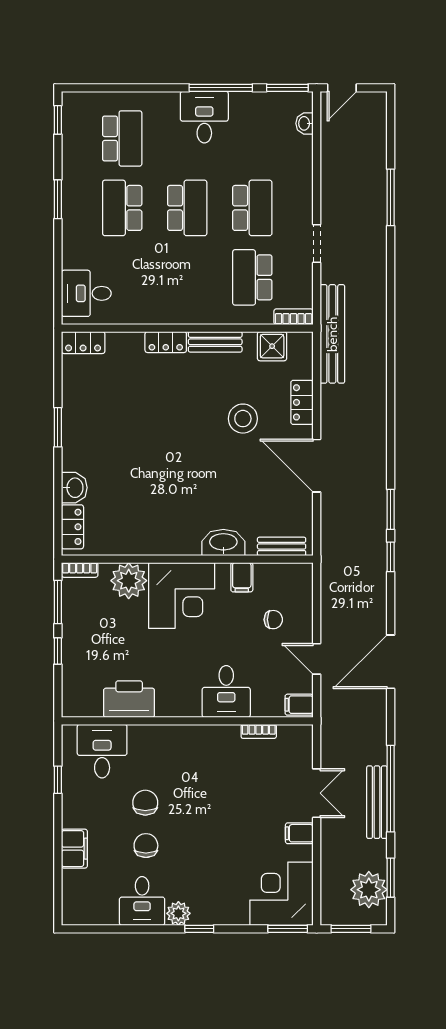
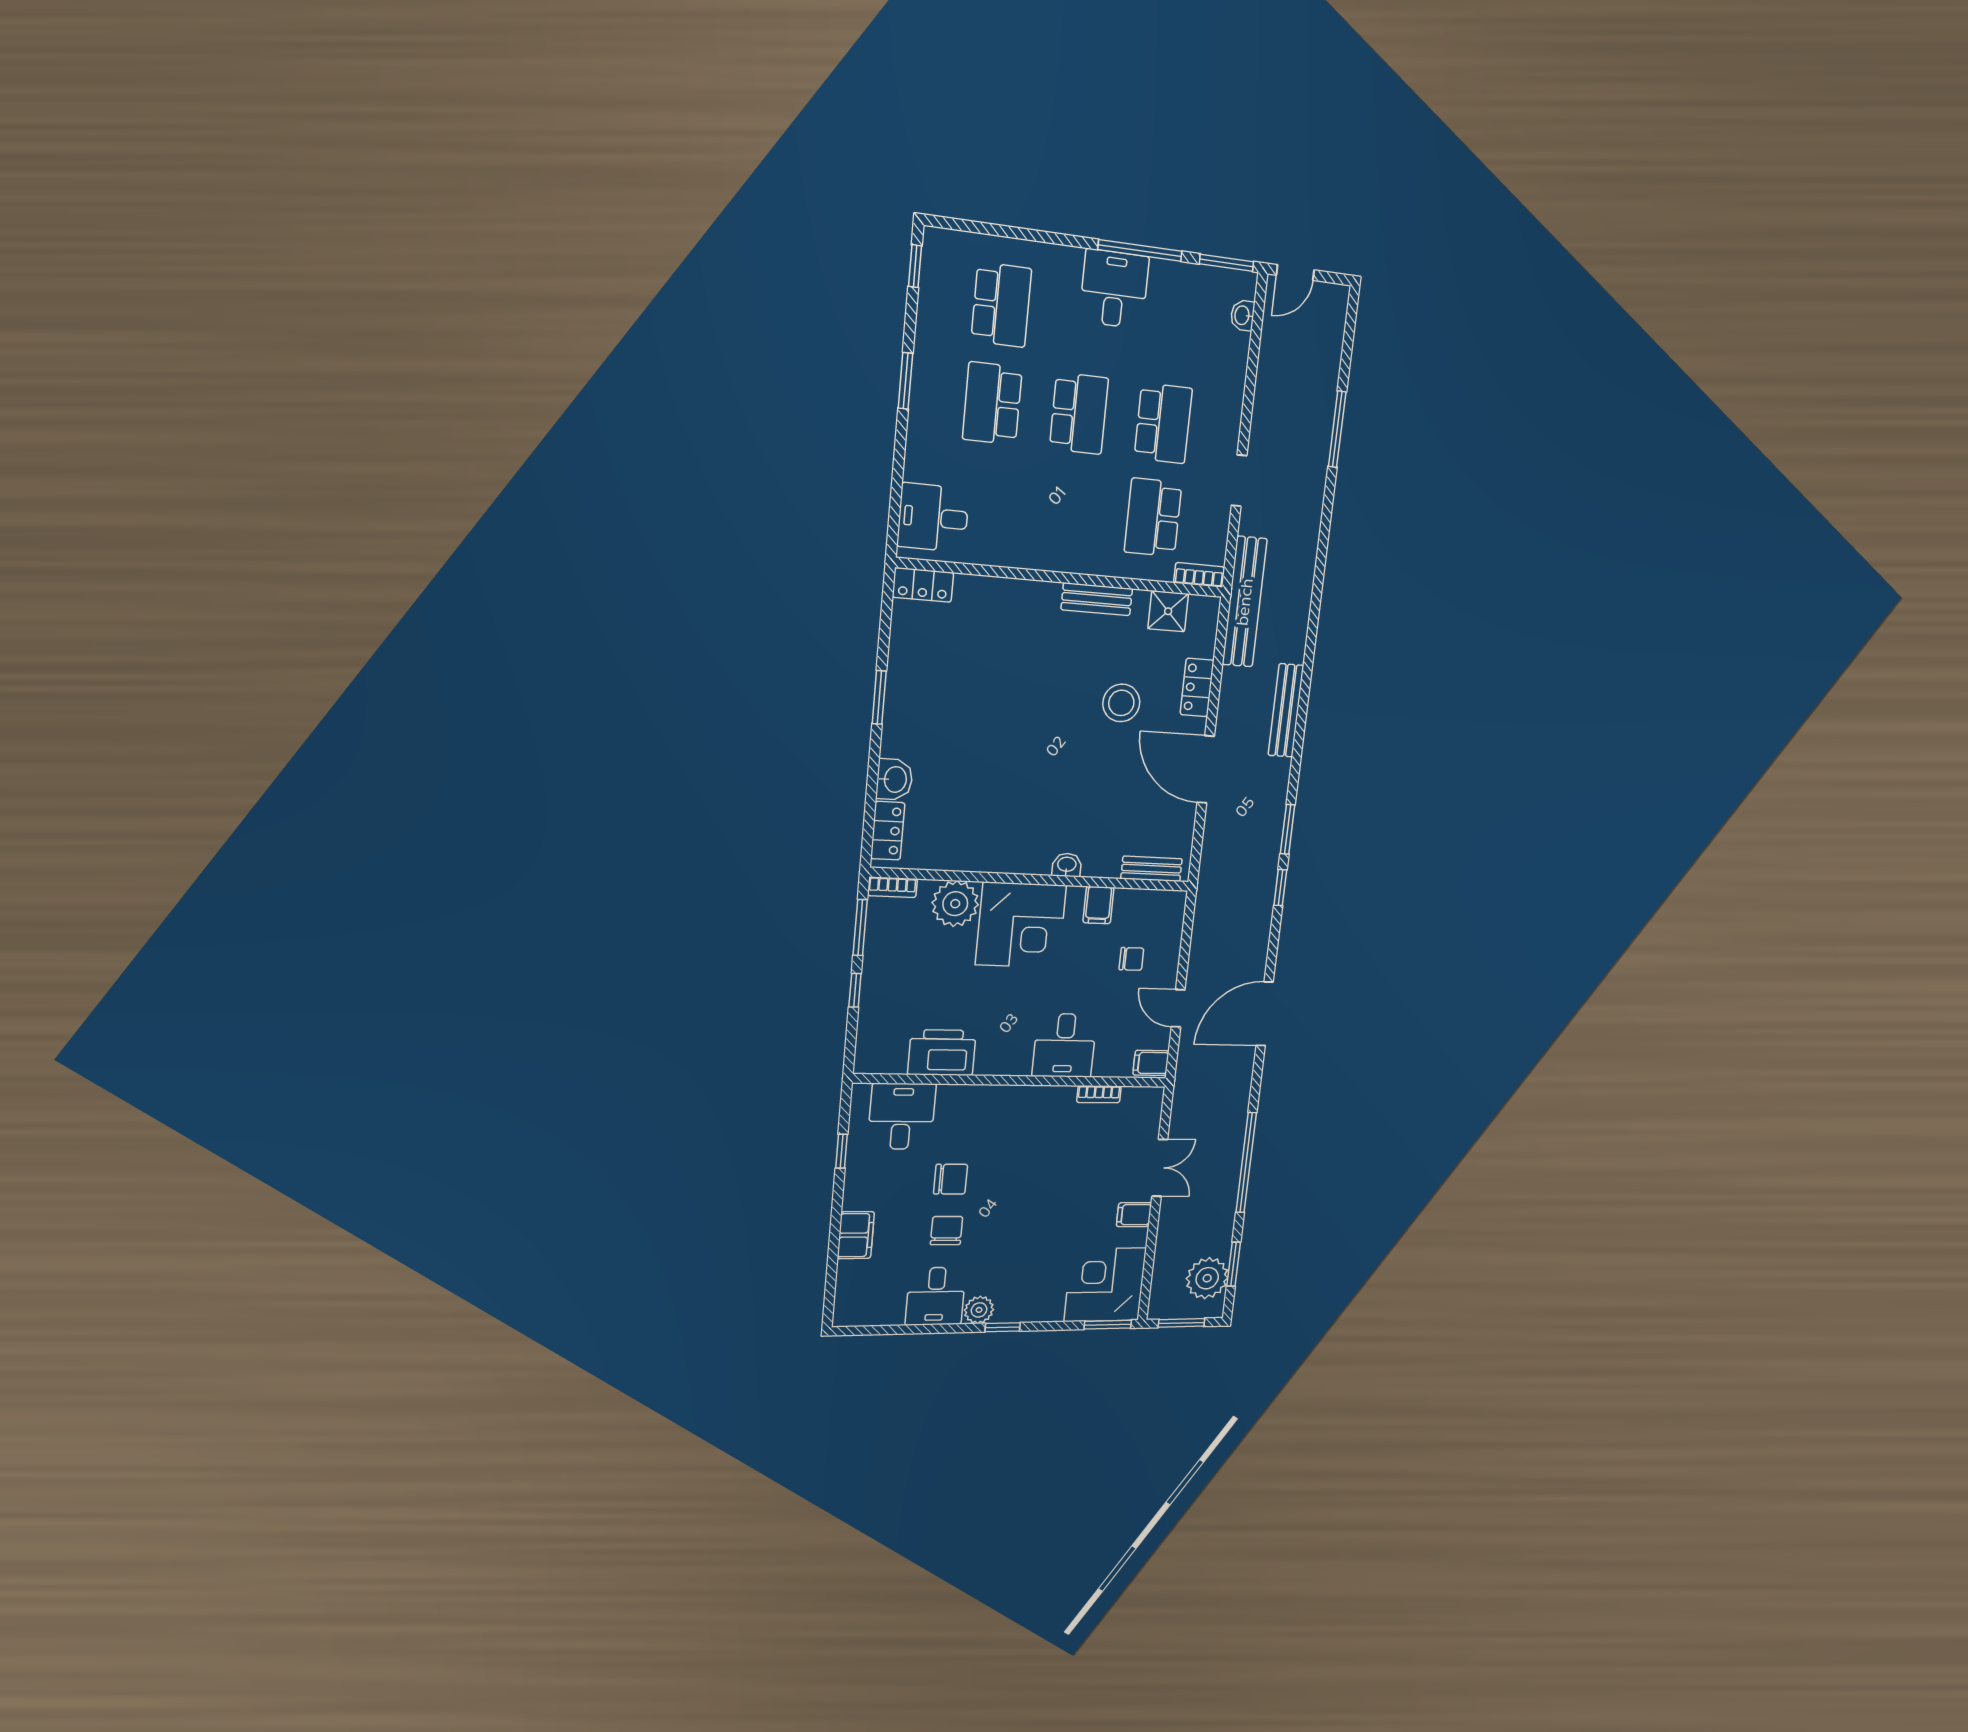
locker: (166, 342) -> (1033, 594), removed
washbasin: (223, 543) -> (1067, 865), width x0.52, depth x0.69
bench: (377, 802) -> (1286, 710), moved
chair: (145, 803) -> (951, 1179), turned 90

